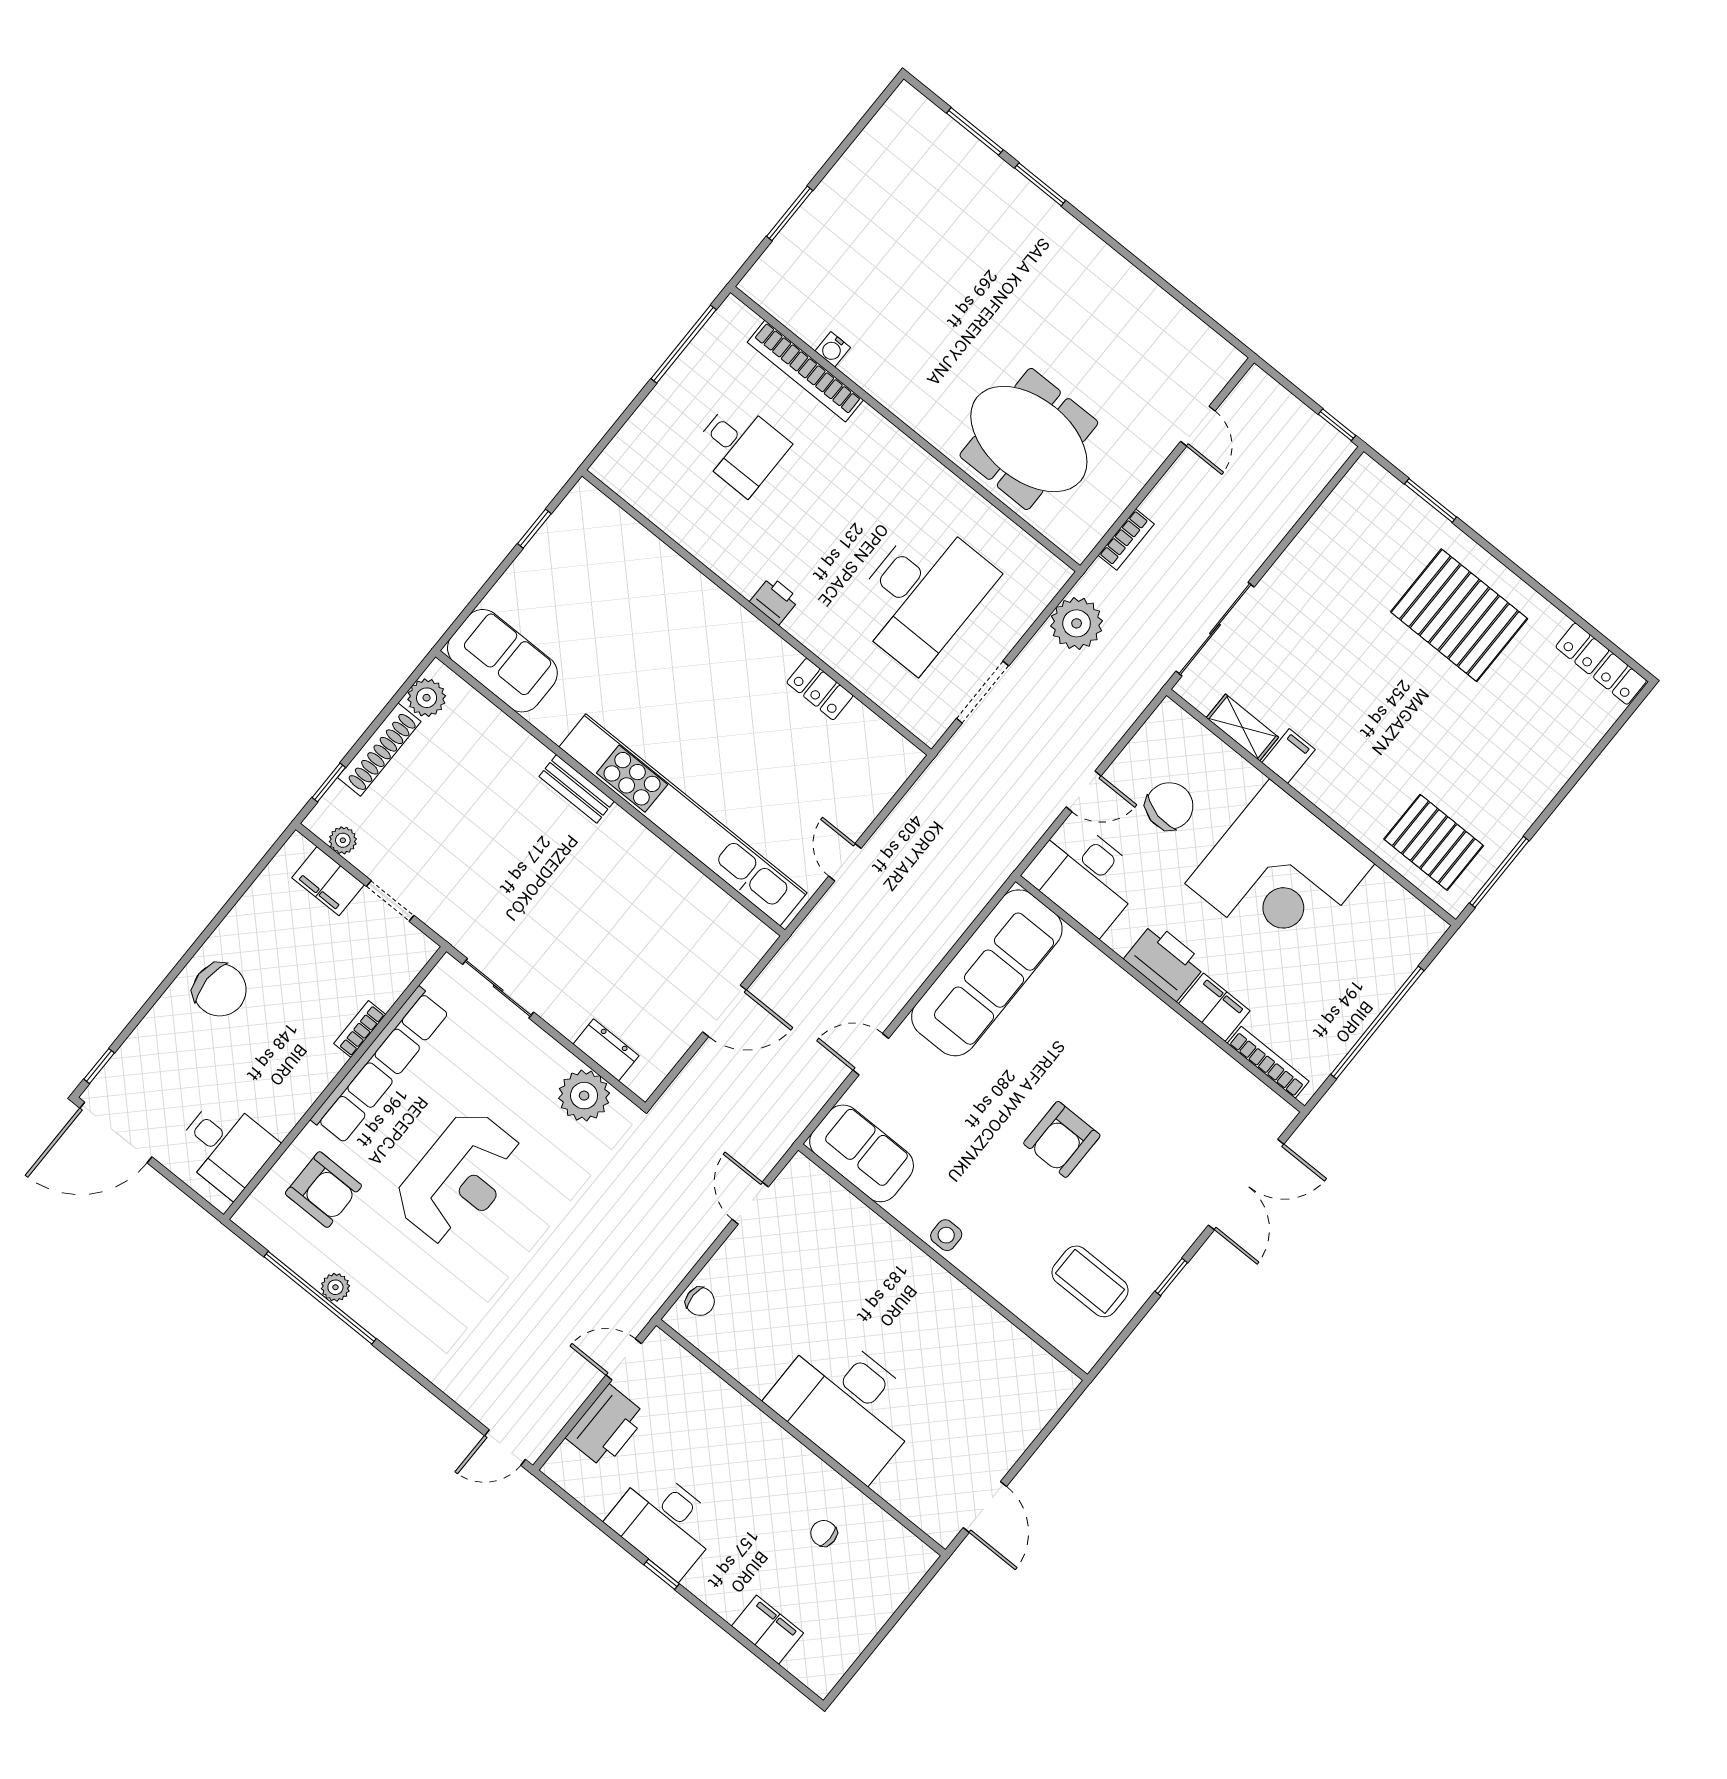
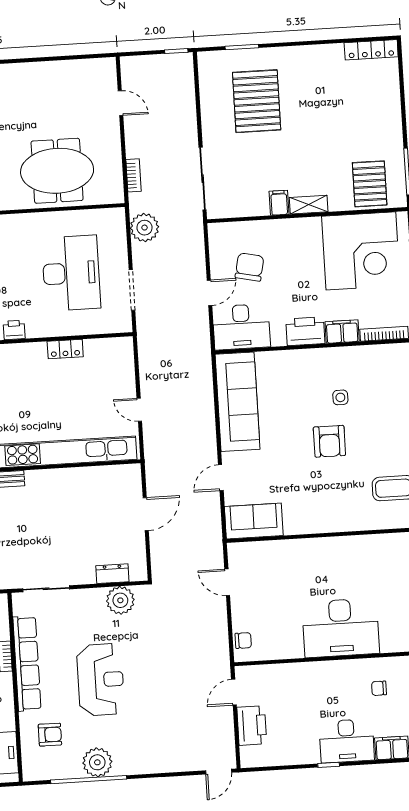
pallet: (1459, 615) -> (257, 101), moved, turned 90
shelving: (1242, 728) -> (309, 205), moved
pallet: (1434, 842) -> (370, 184), turned 90
corner desk: (1280, 874) -> (361, 251), moved
armchair: (323, 1190) -> (50, 735), width x0.72, depth x0.72
side table: (946, 1235) -> (340, 397), moved
plant: (335, 1287) -> (97, 762), width x1.88, depth x1.88
desk: (664, 1523) -> (347, 741), moved

